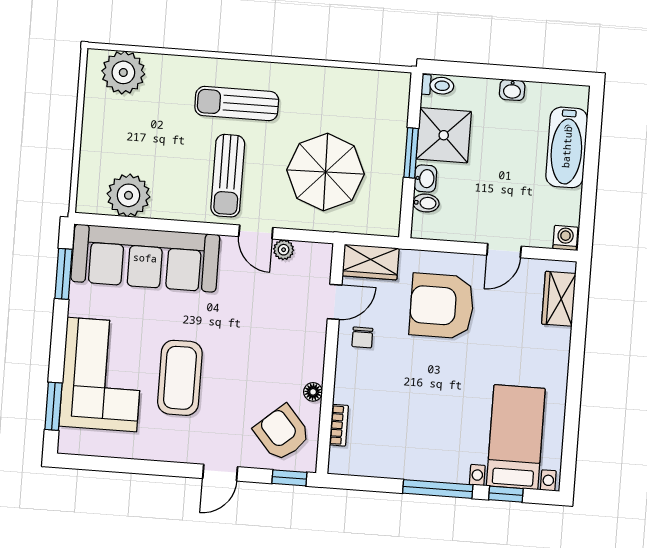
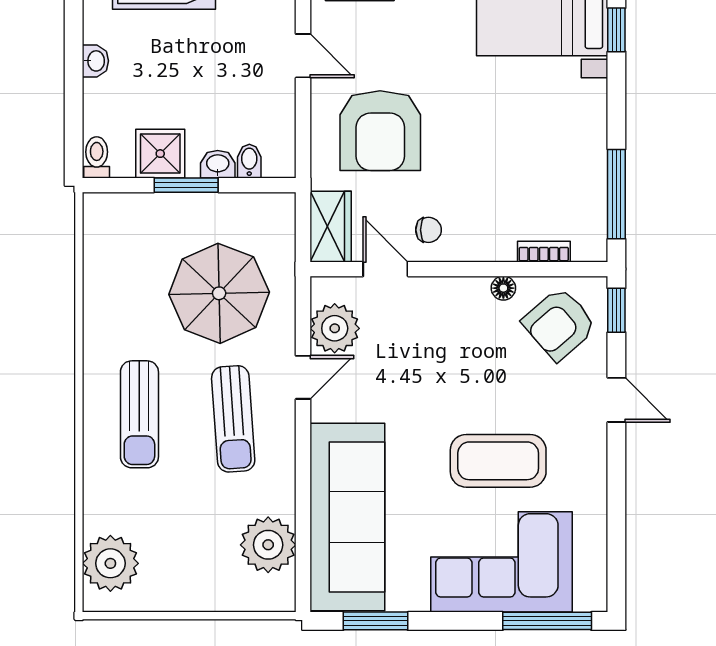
shower: (444, 135) -> (160, 154), width x0.73, depth x0.73
sun lounger: (228, 176) -> (233, 419), turned 86
plant: (284, 250) -> (335, 328), width x1.87, depth x1.87
window: (53, 406) -> (547, 621), width x1.44
window: (438, 489) -> (616, 194), moved

